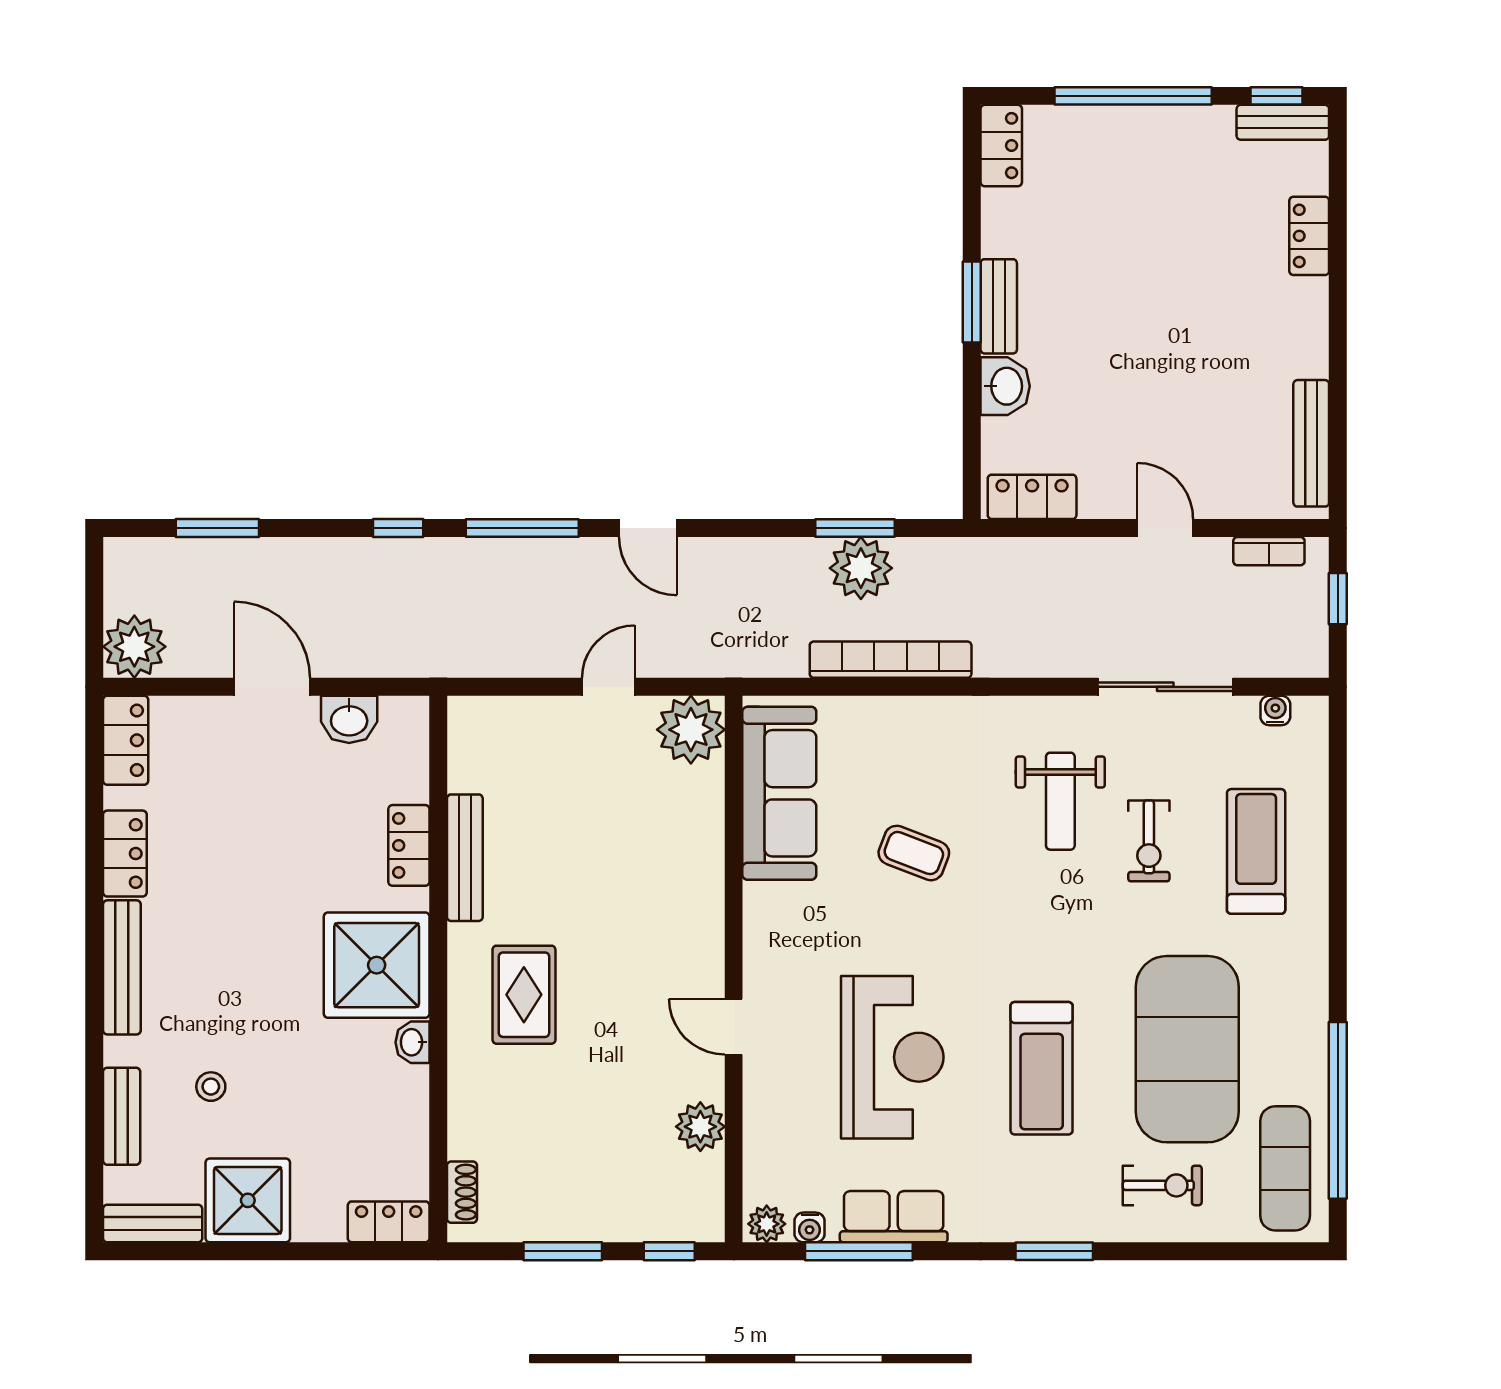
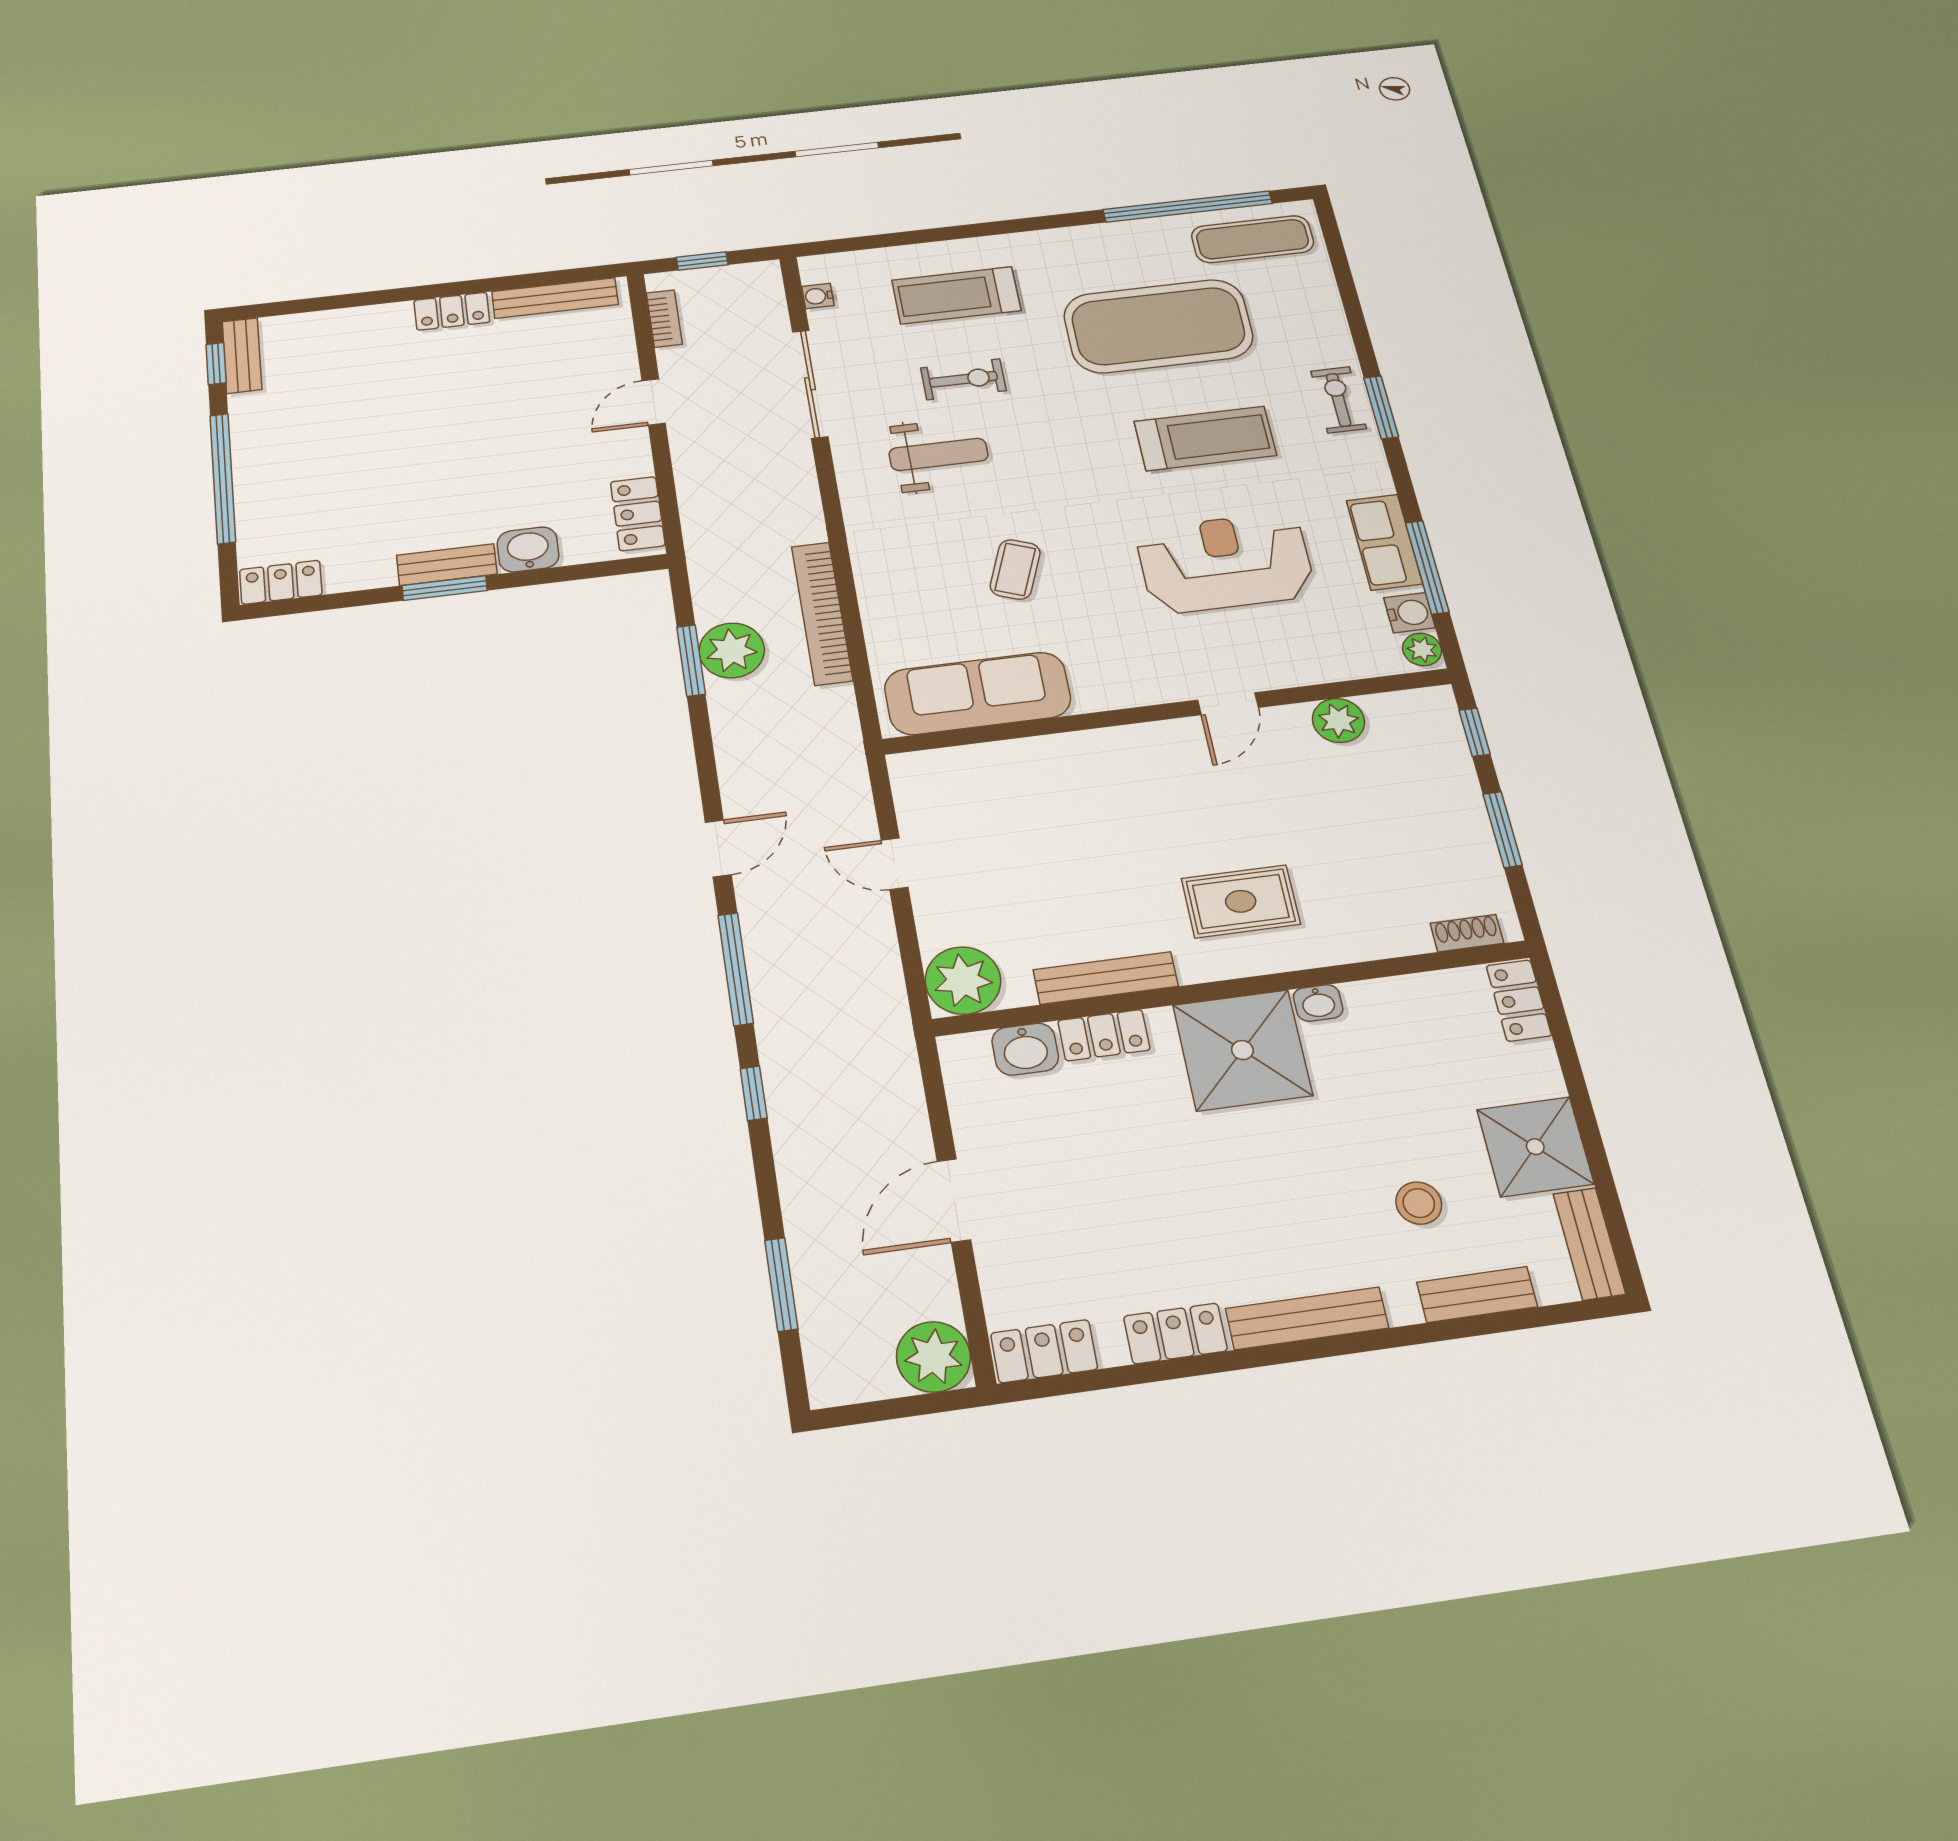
locker: (1309, 236) -> (452, 311), moved
washbasin: (349, 719) -> (1025, 1049), moved, turned 90
plant: (691, 730) -> (963, 980), moved
stool: (211, 1087) -> (1419, 1203), width x1.37, depth x1.37
exercise bike: (1162, 1185) -> (1339, 400), moved
water cooler: (810, 1227) -> (1409, 613), width x1.38, depth x1.38

